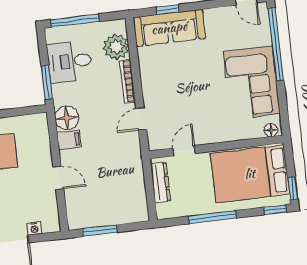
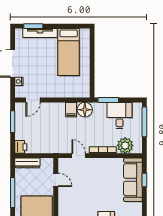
door: (58, 178) -> (33, 100), moved
dresser: (160, 182) -> (27, 163), moved
printer: (138, 213) -> (21, 147), added

